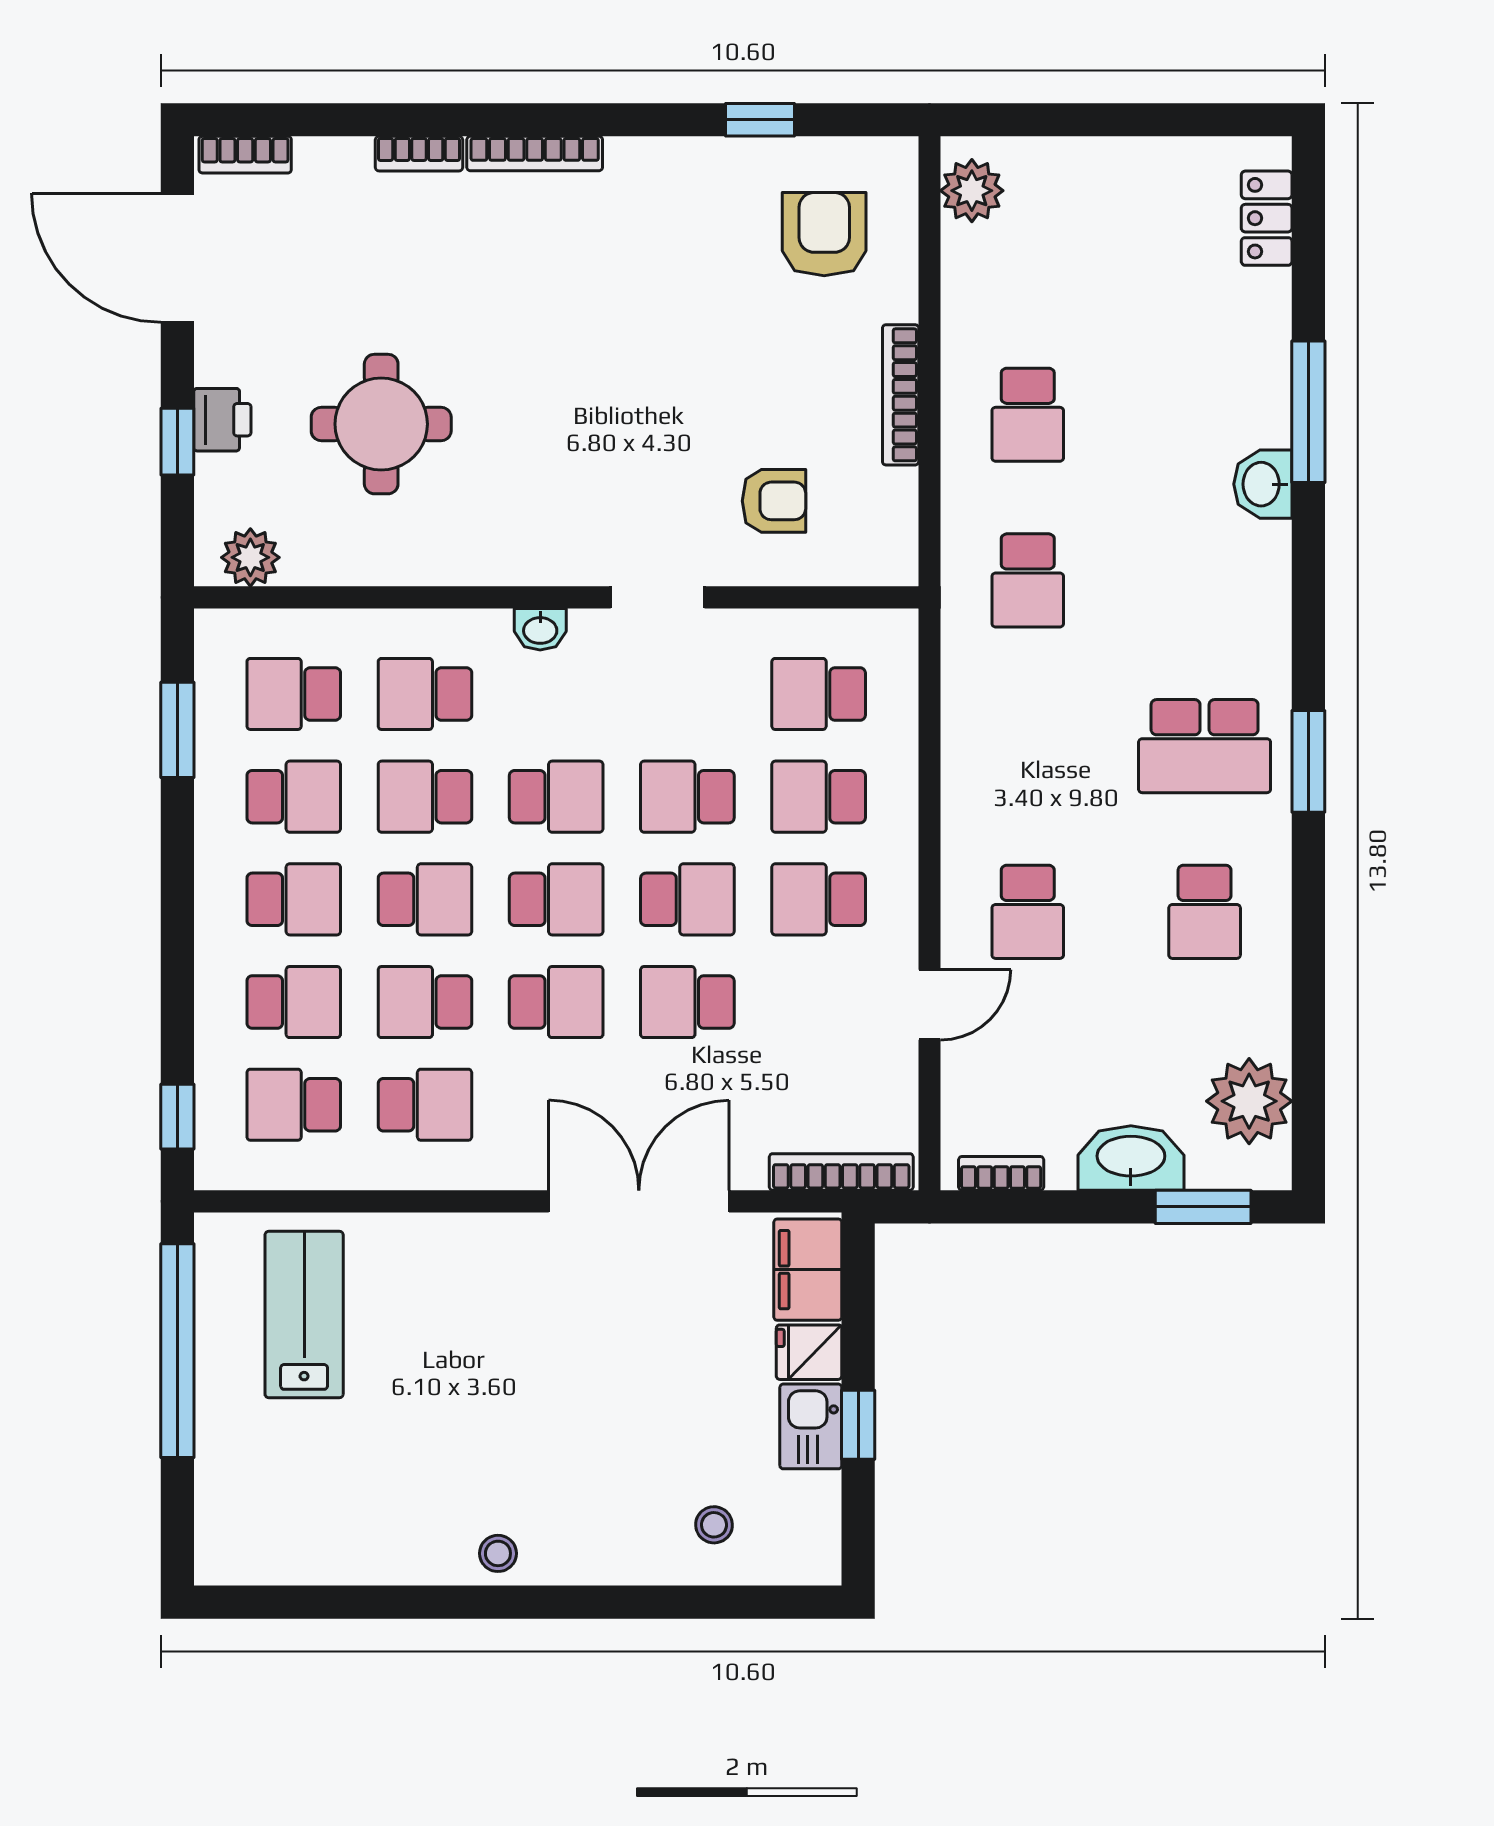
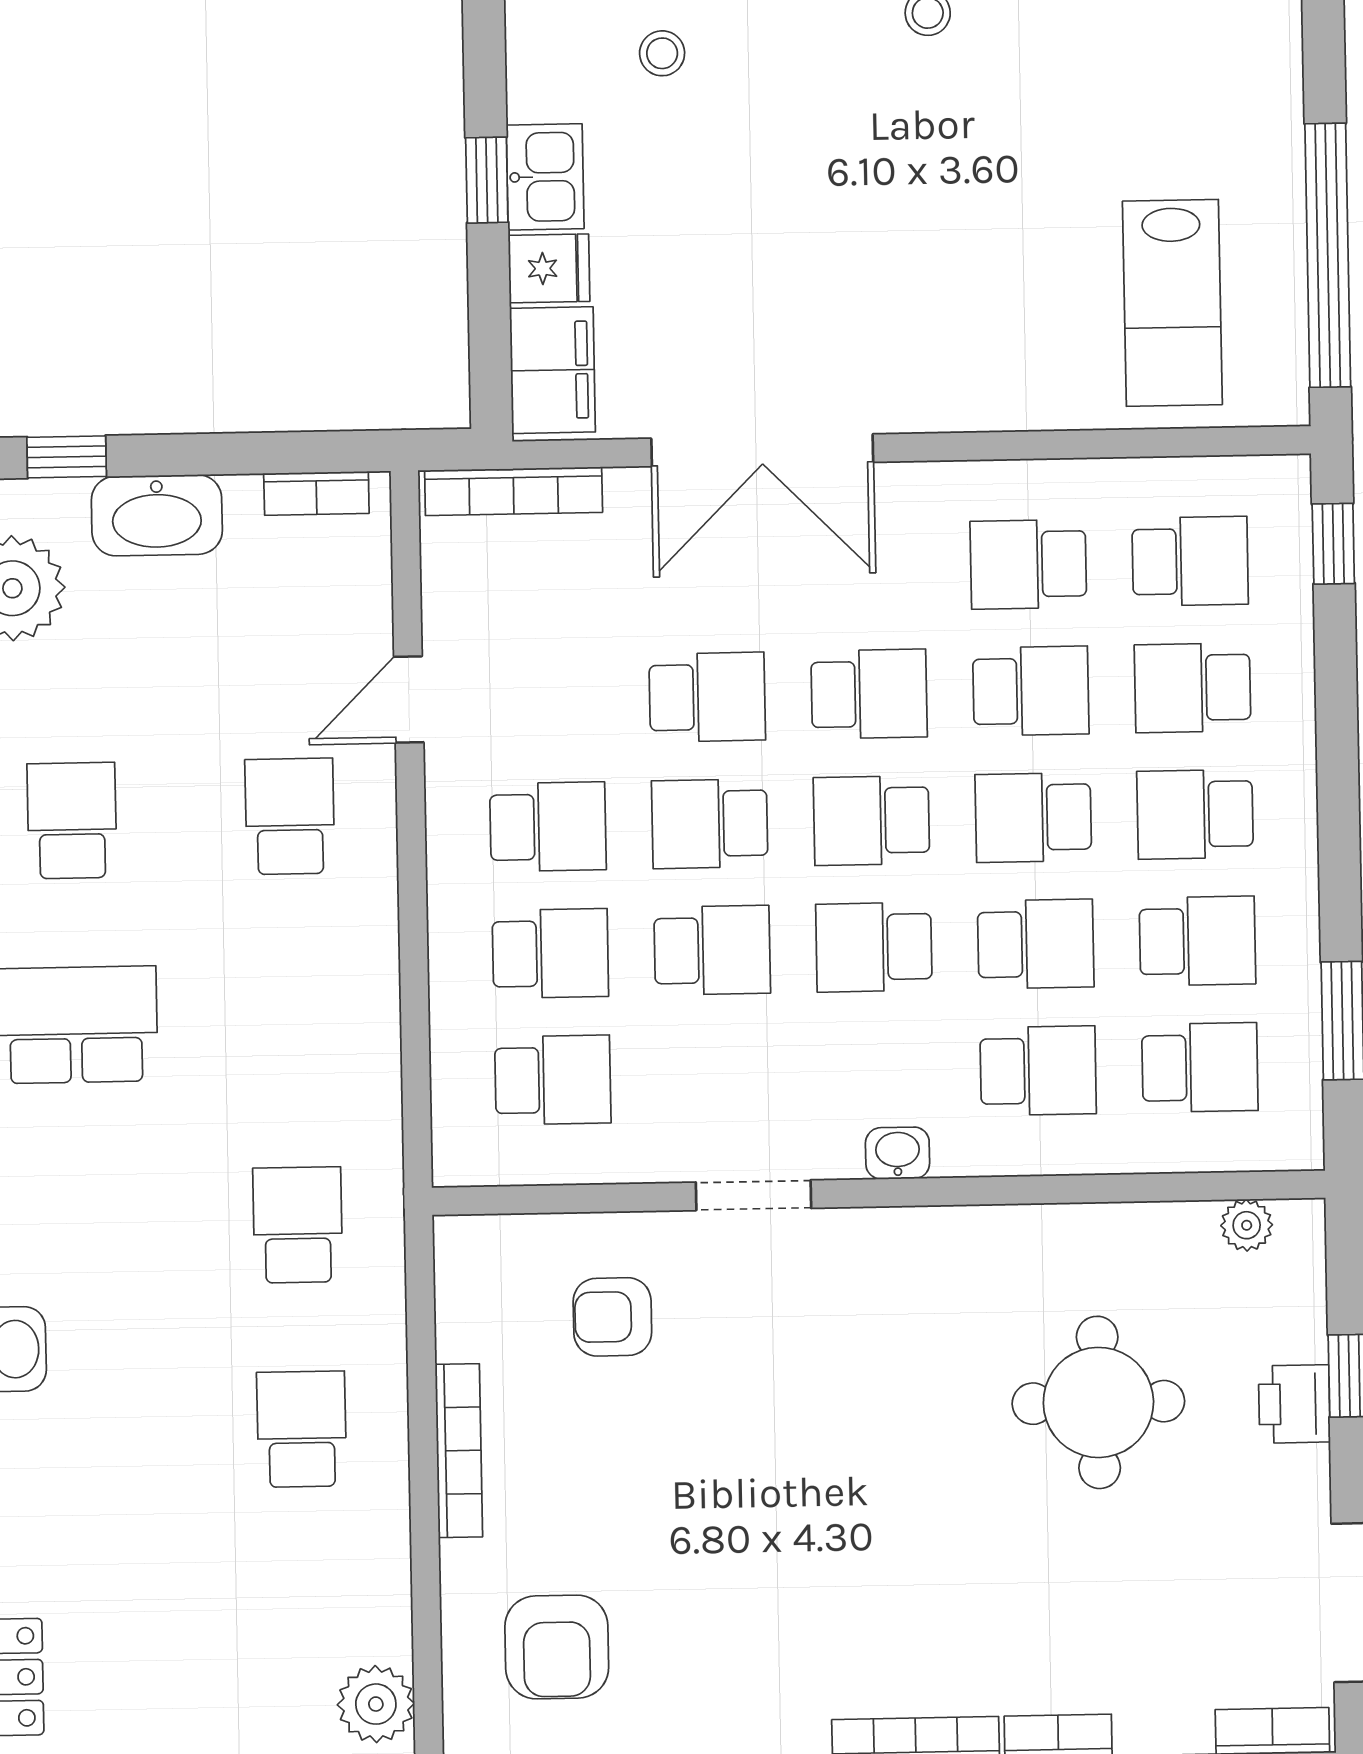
plant: (250, 557) -> (1247, 1225), width x0.73, depth x0.73
school desk: (294, 797) -> (1197, 941), turned 180
school desk: (556, 1002) -> (869, 694), turned 180
window: (1203, 1207) -> (67, 457), width x0.67

